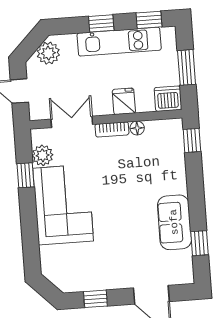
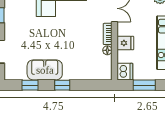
window: (192, 140) -> (62, 85), moved

